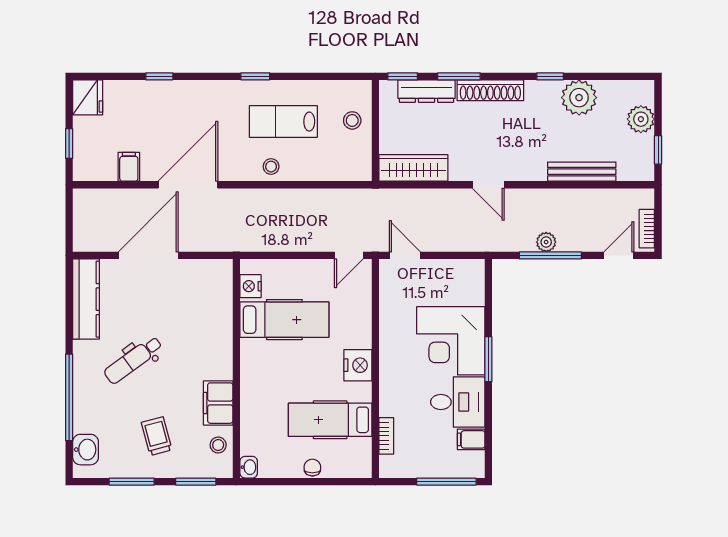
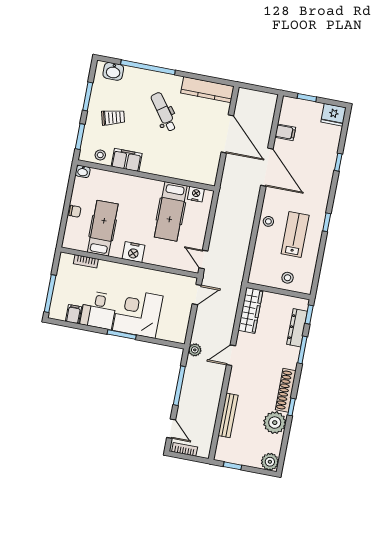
shoe rack: (490, 90) -> (286, 390), moved
plant: (641, 119) -> (270, 462), moved
plant: (546, 242) -> (195, 350), moved

